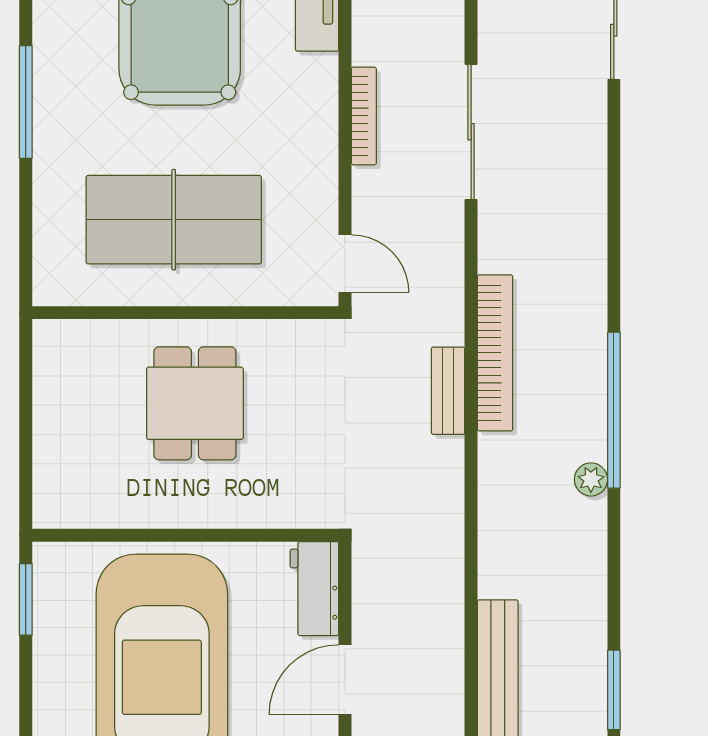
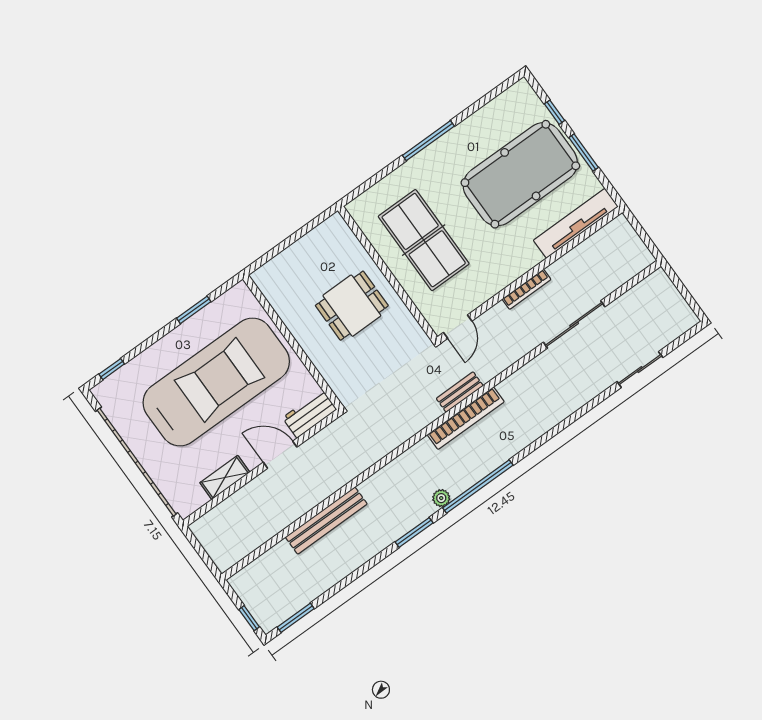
sliding door: (471, 132) -> (574, 324), moved
bench: (448, 391) -> (460, 392), moved
window: (26, 599) -> (194, 310), moved
window: (614, 690) -> (414, 532), moved

